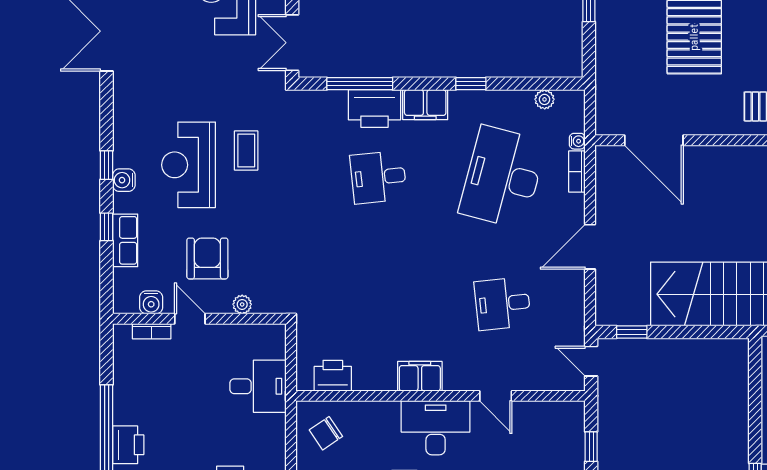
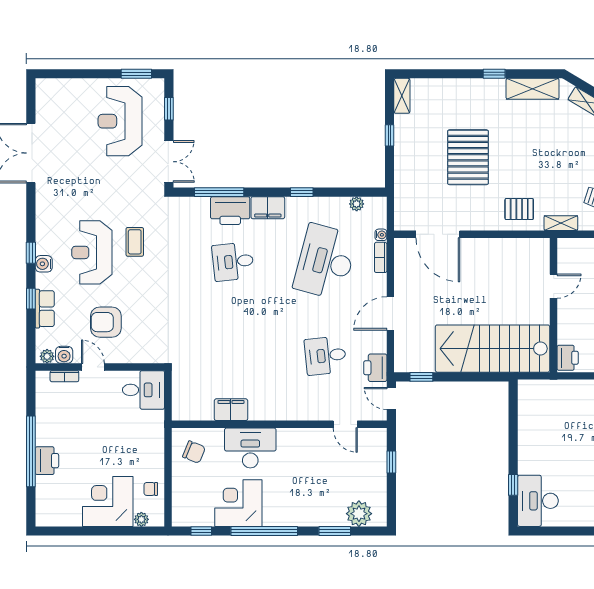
double door: (292, 43) -> (169, 162), swing flipped
armchair: (207, 258) -> (106, 322), turned -90
plant: (242, 304) -> (47, 356), moved
printer: (333, 376) -> (375, 368), moved, turned -90
filing cabinet: (420, 376) -> (231, 410), moved
desk: (258, 386) -> (143, 390), moved
door: (496, 396) -> (345, 424), moved
desk: (436, 428) -> (250, 448), moved
chair: (326, 433) -> (194, 452), turned -124

